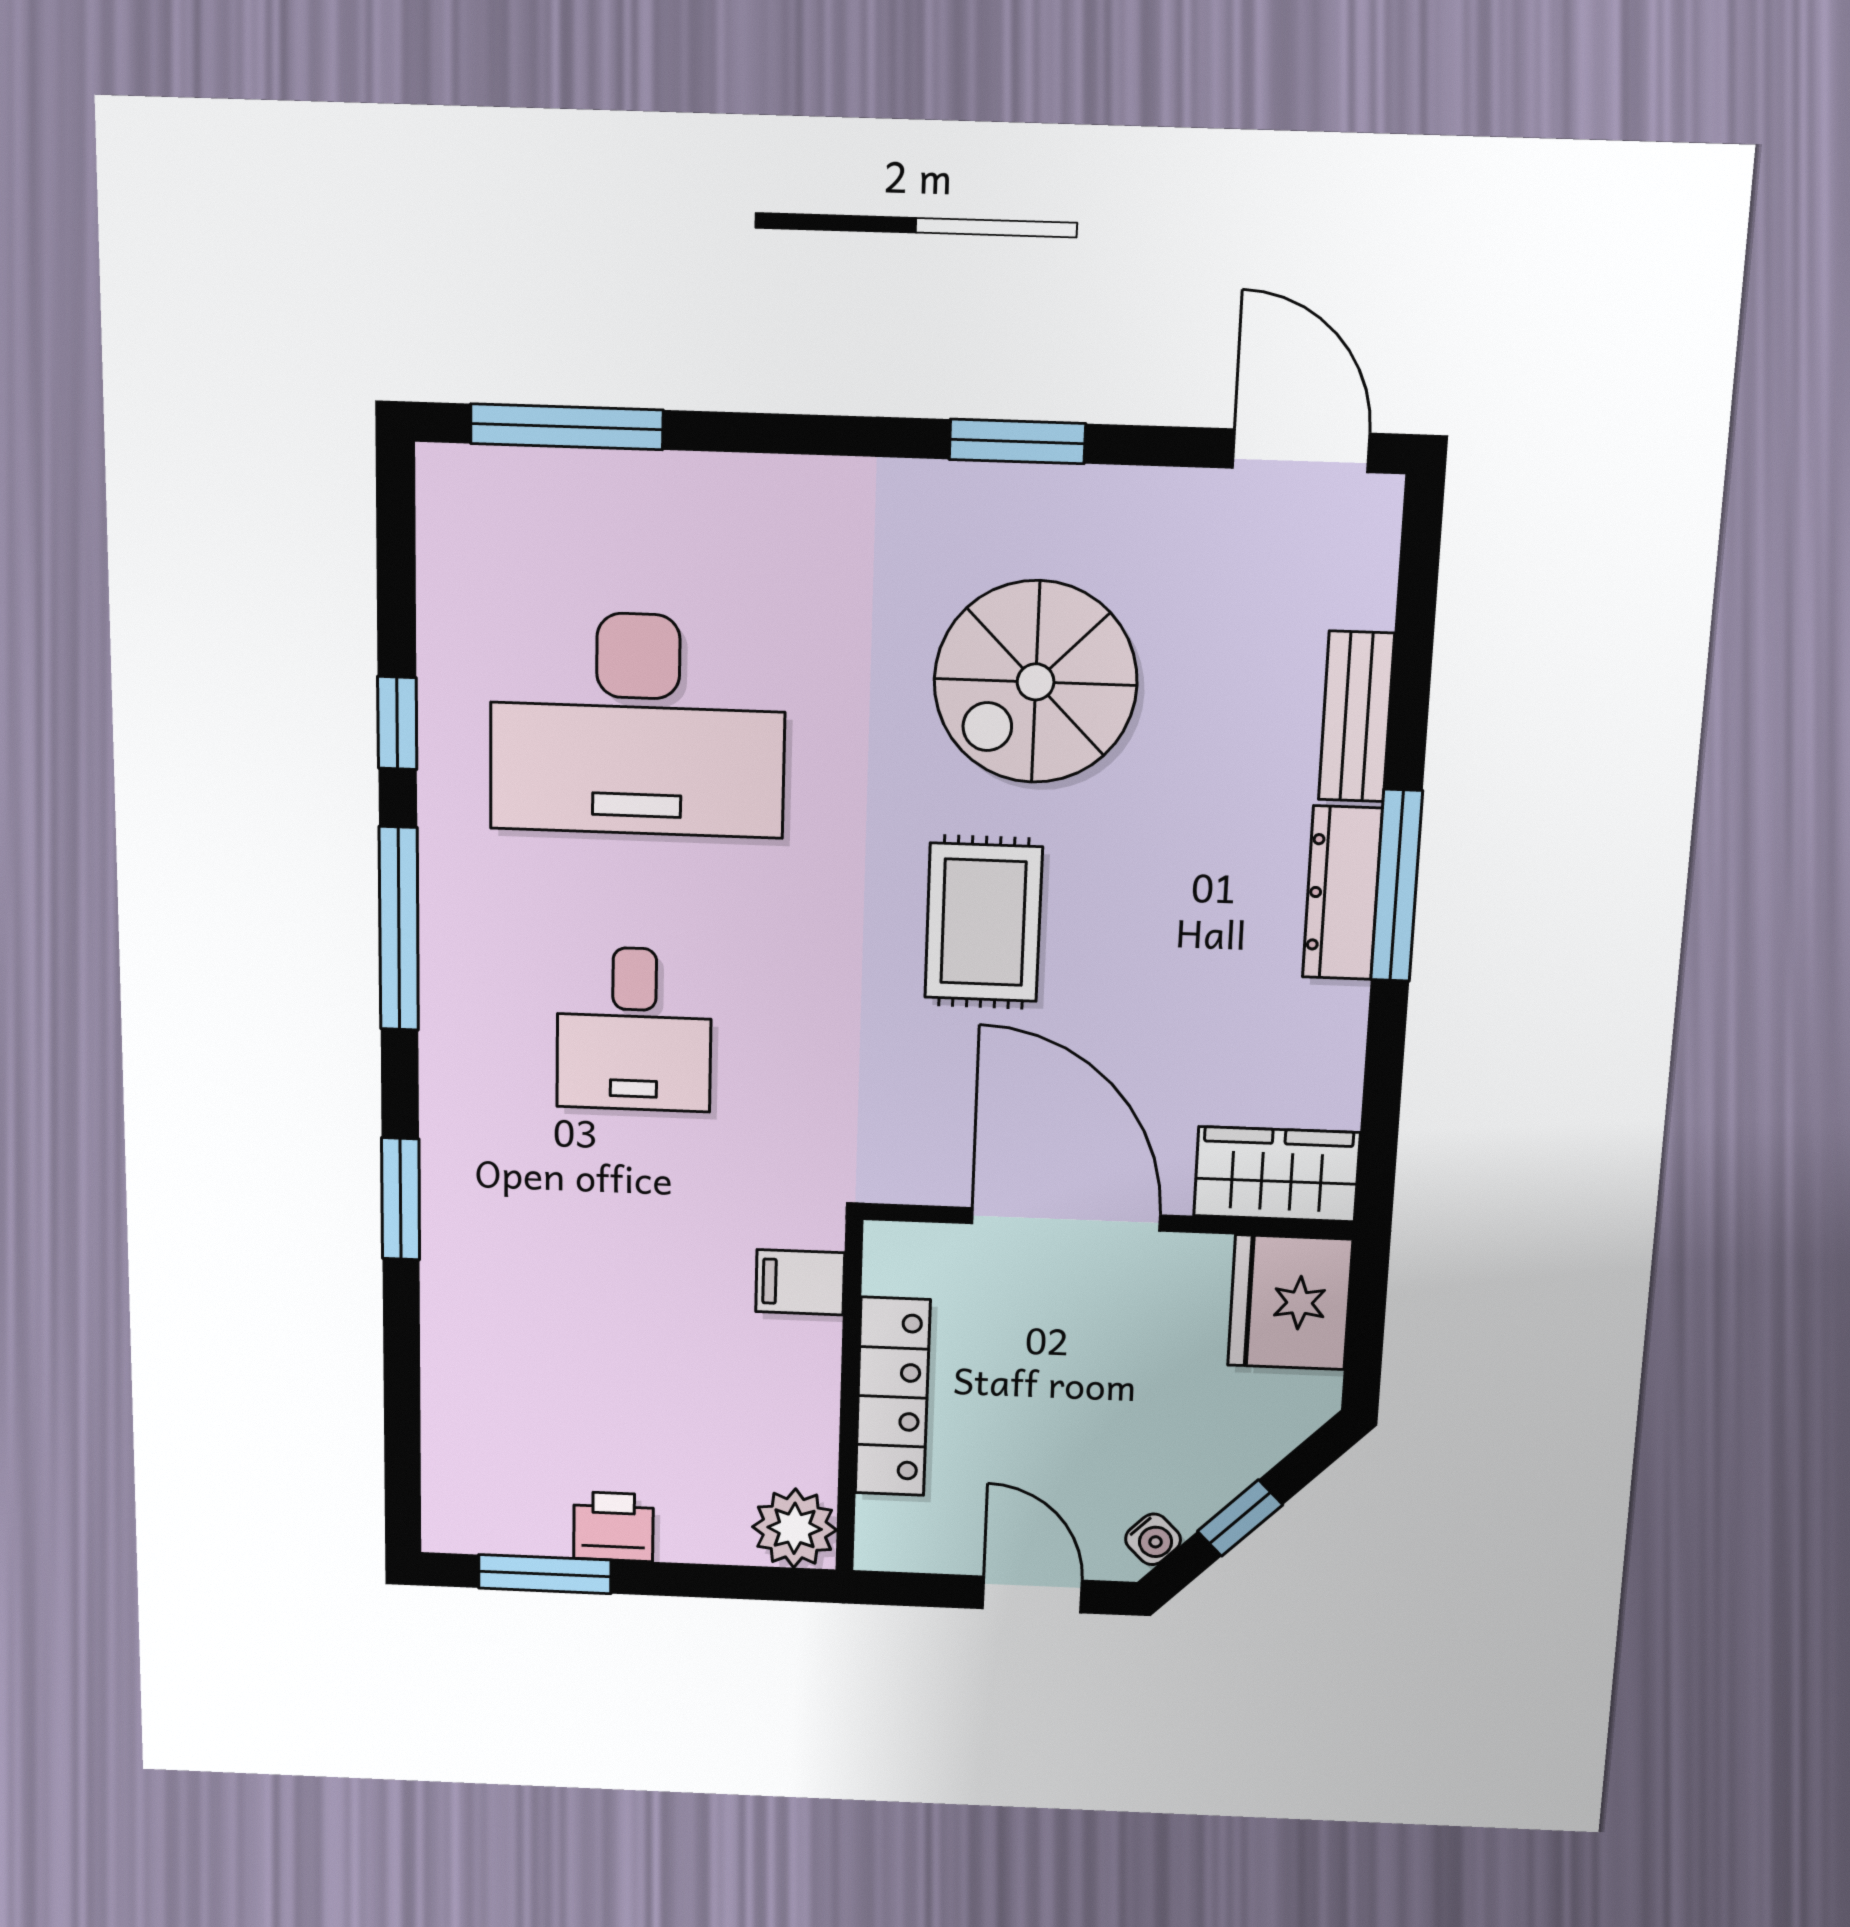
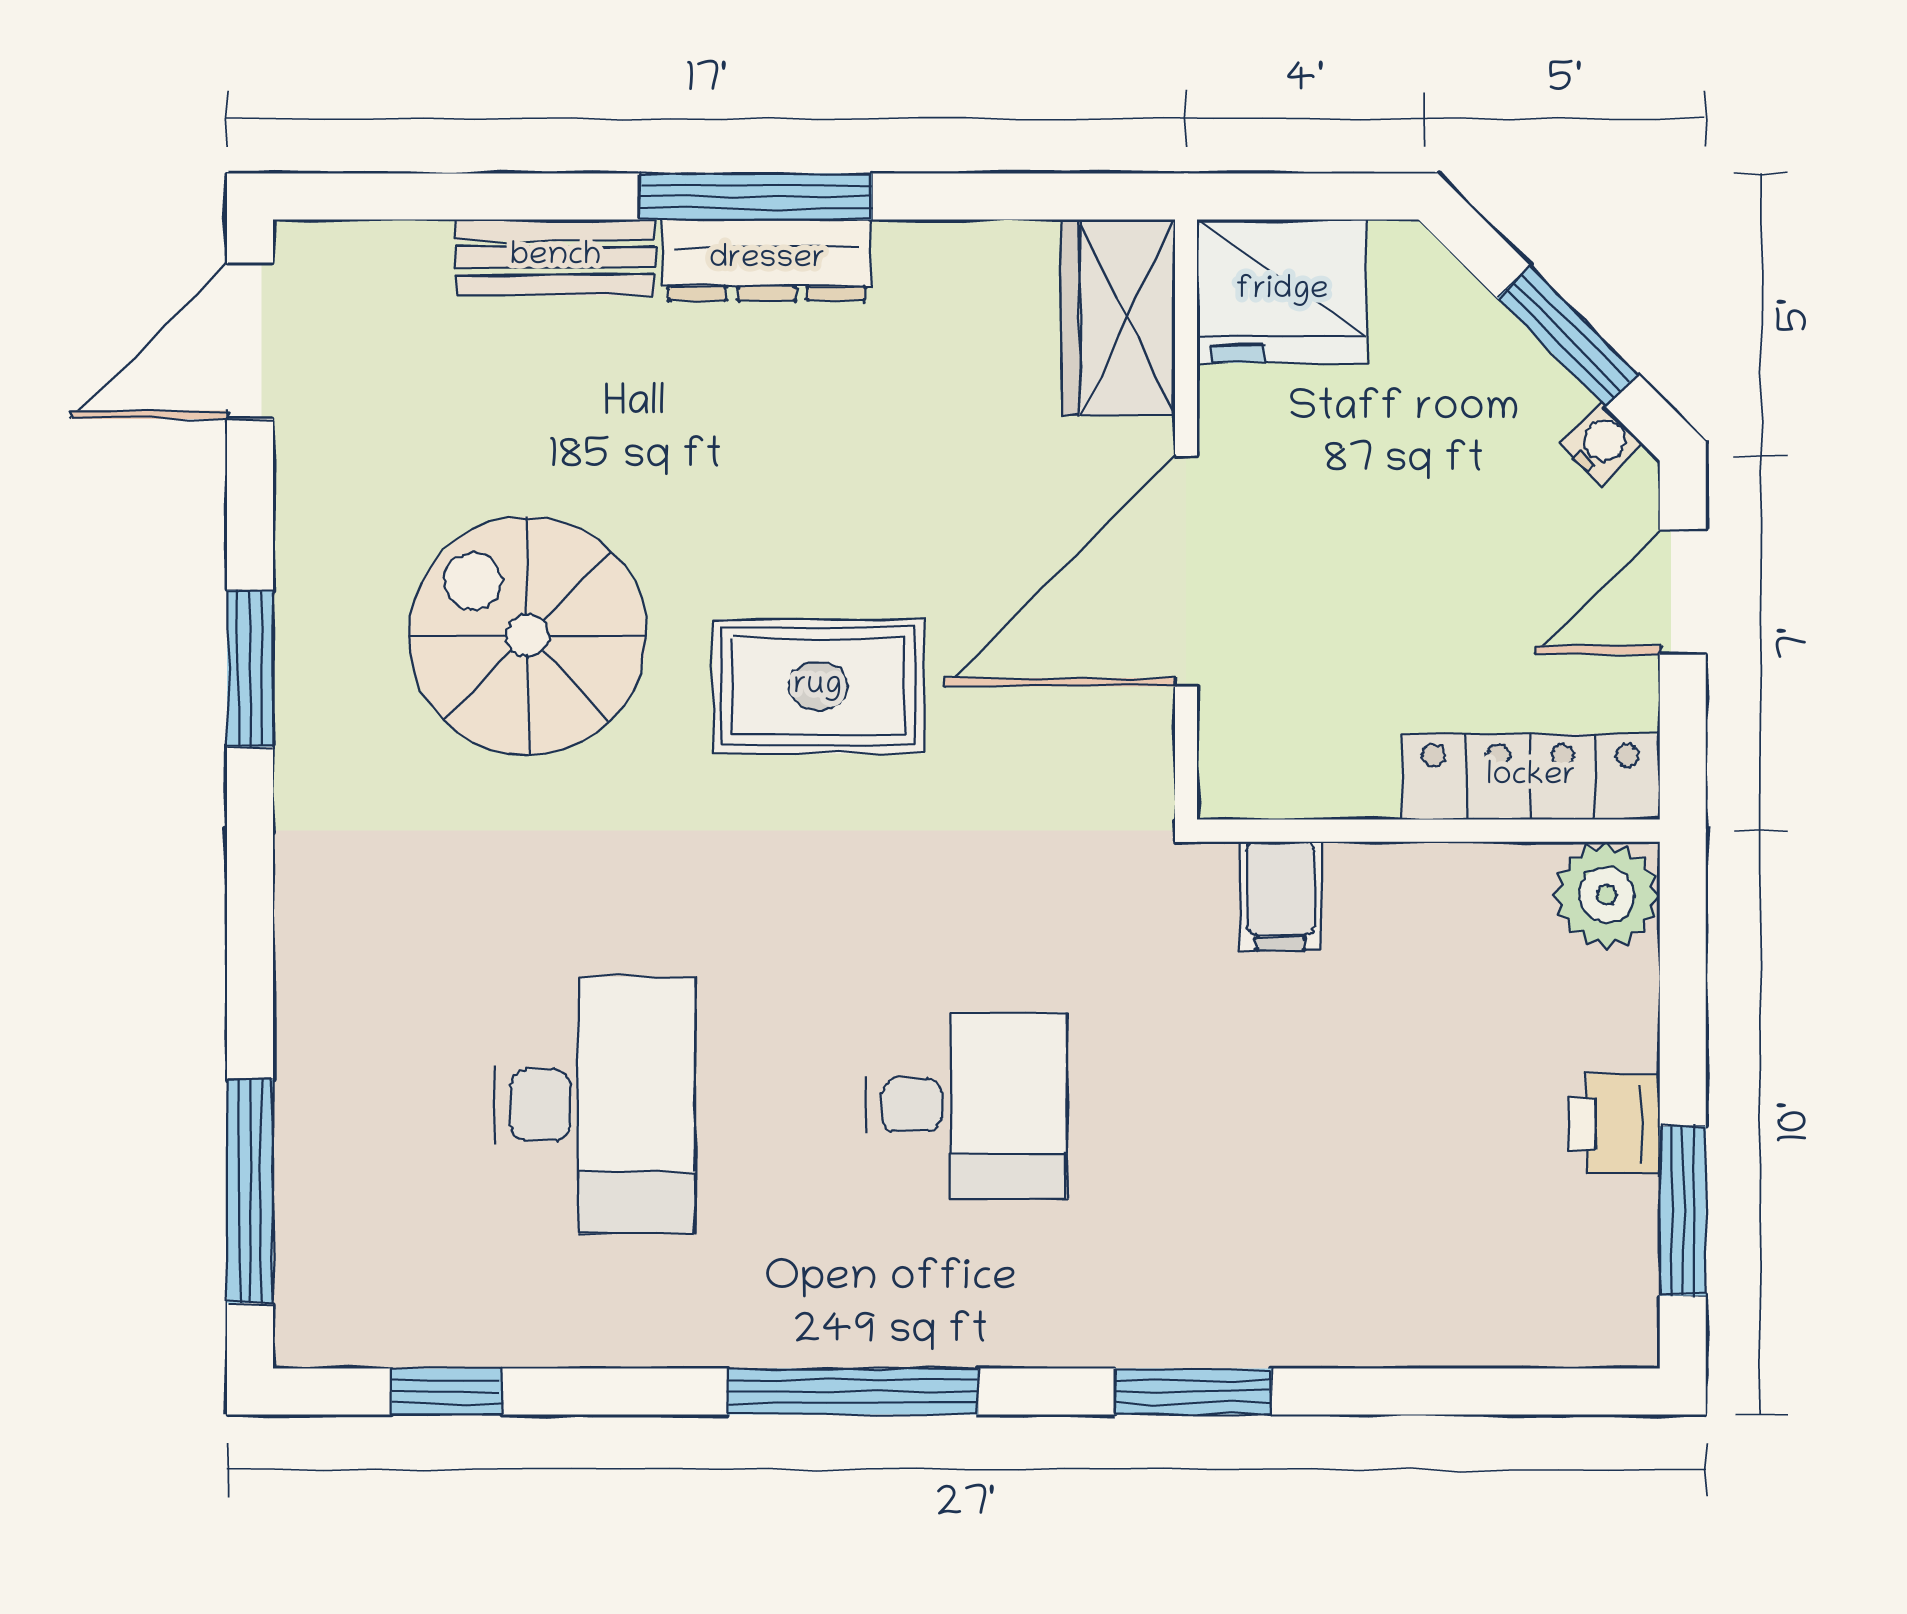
spiral stairs: (1036, 682) -> (527, 636), turned 180
window: (397, 723) -> (446, 1392), moved
desk: (638, 724) -> (594, 1105), width x0.73, depth x0.77
locker: (893, 1397) -> (1531, 777), moved
window: (1240, 1518) -> (1568, 336), width x1.50

